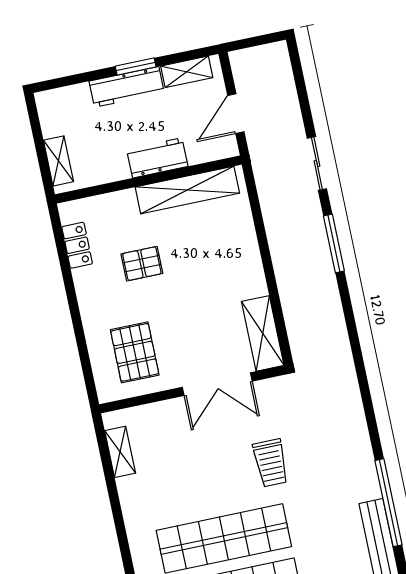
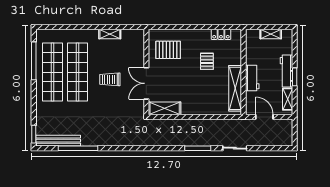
shelving: (58, 161) -> (271, 34), moved
shelving: (120, 452) -> (110, 34), moved
trolley: (271, 463) -> (110, 79), moved

